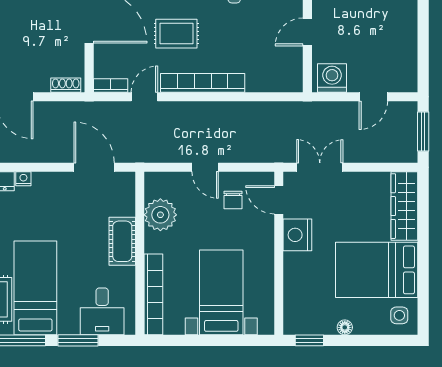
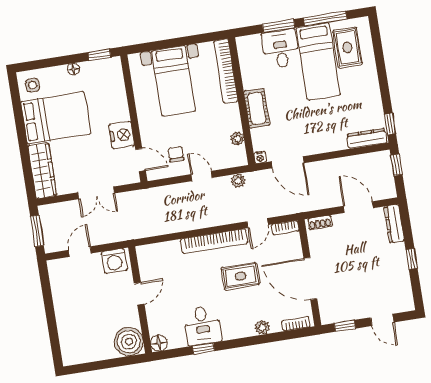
plant: (160, 154) -> (238, 181), added
double door: (320, 167) -> (96, 193), moved
nightstand: (23, 179) -> (260, 157), moved
plant: (160, 215) -> (237, 139), width x0.53, depth x0.53
desk: (102, 311) -> (281, 49), moved

